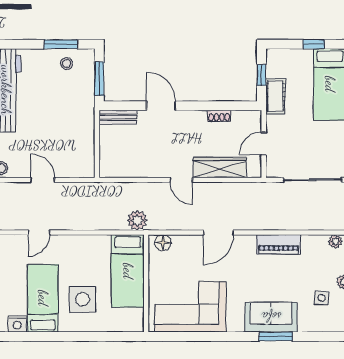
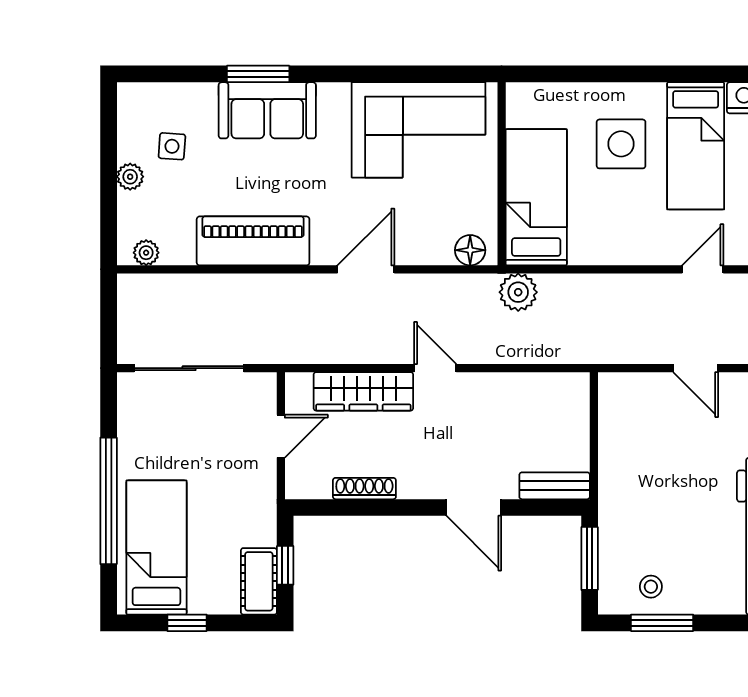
cot: (275, 96) -> (259, 581), moved
shoe rack: (219, 116) -> (364, 489), width x1.43
piano: (278, 244) -> (253, 241), width x1.37, depth x1.33

